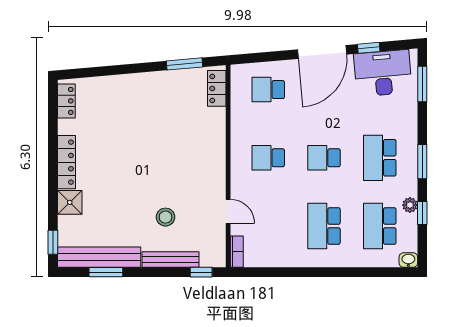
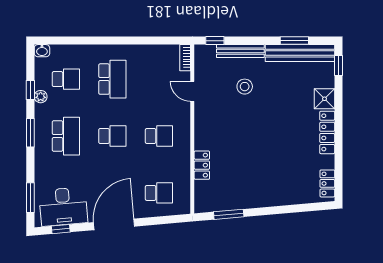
window: (369, 48) -> (61, 229), moved
locker: (217, 88) -> (202, 165), moved
school desk: (380, 226) -> (66, 79), width x0.54

